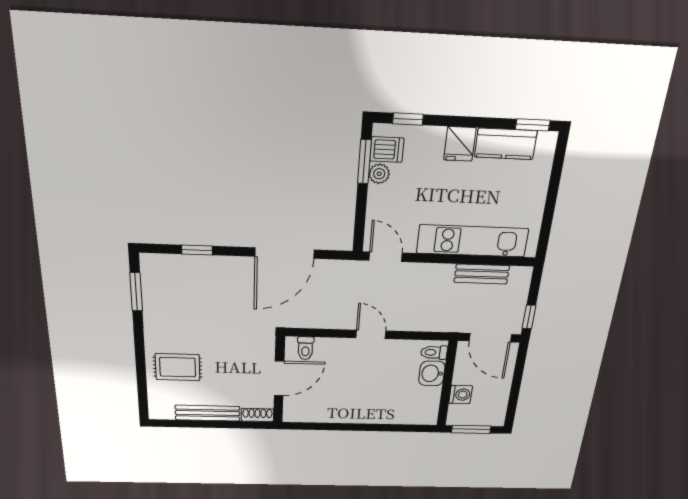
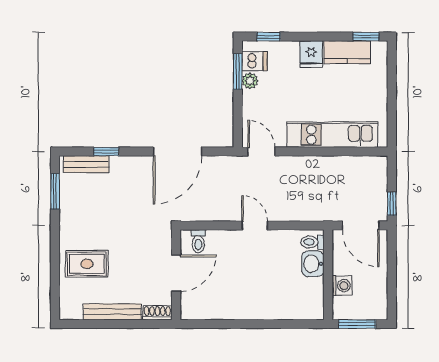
bench: (482, 274) -> (86, 164), moved

